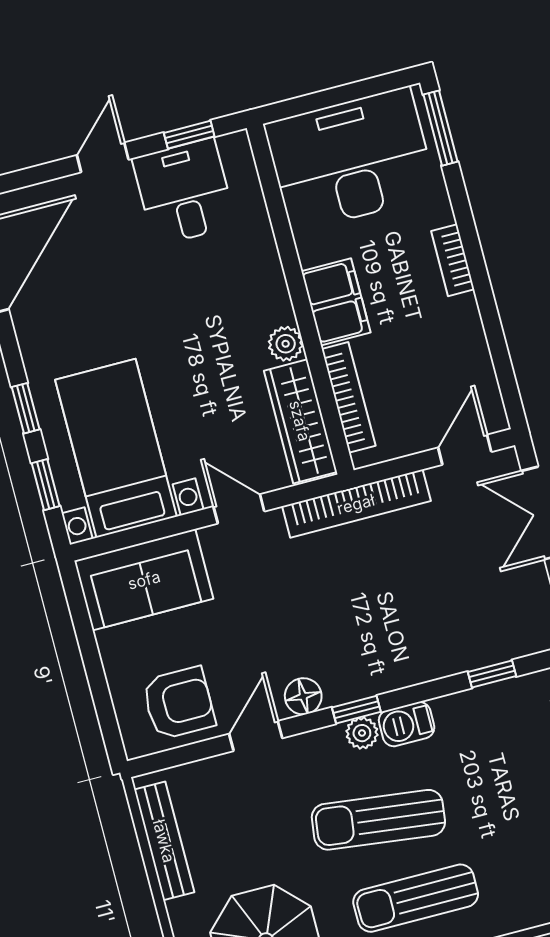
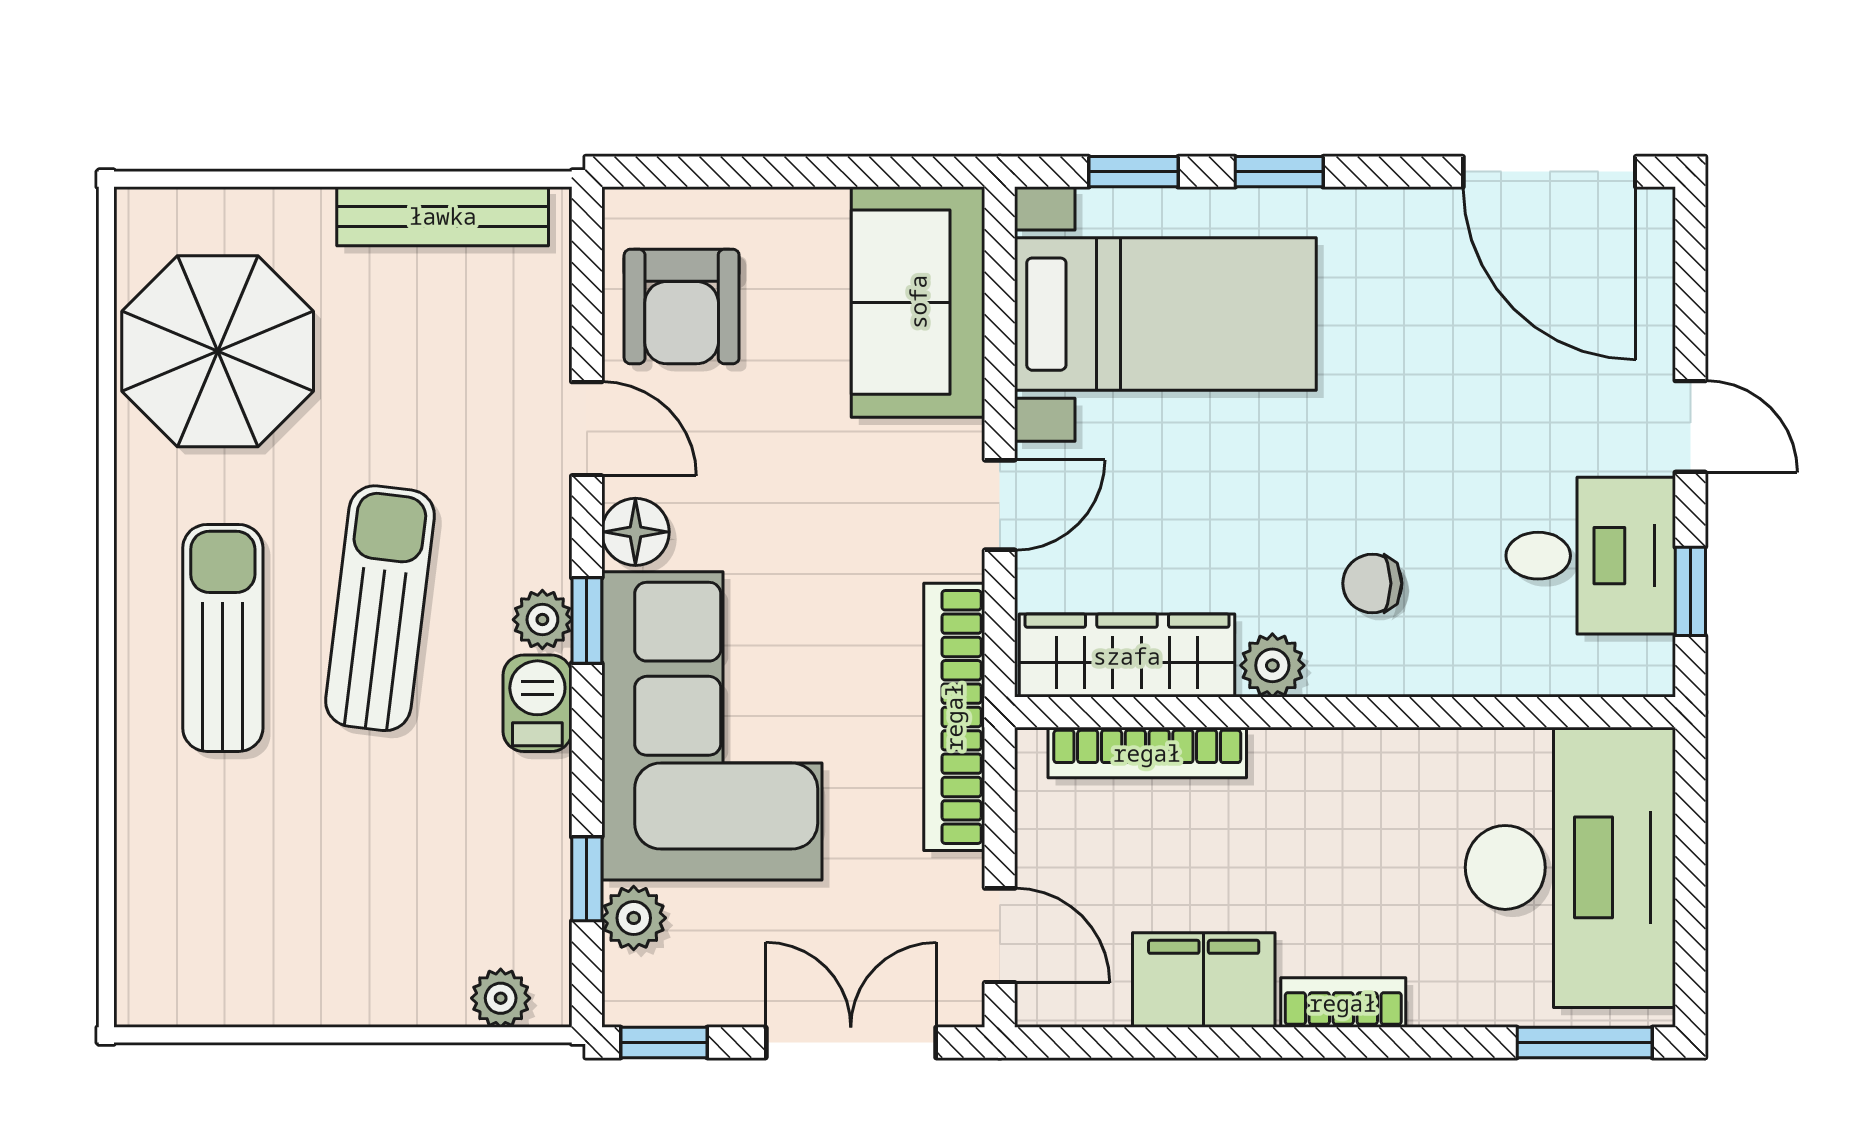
filing cabinet: (336, 302) -> (1204, 980), moved, turned 180
chair: (229, 303) -> (1372, 583), added
corner sofa: (394, 629) -> (712, 726), added
plant: (506, 644) -> (634, 918), added

